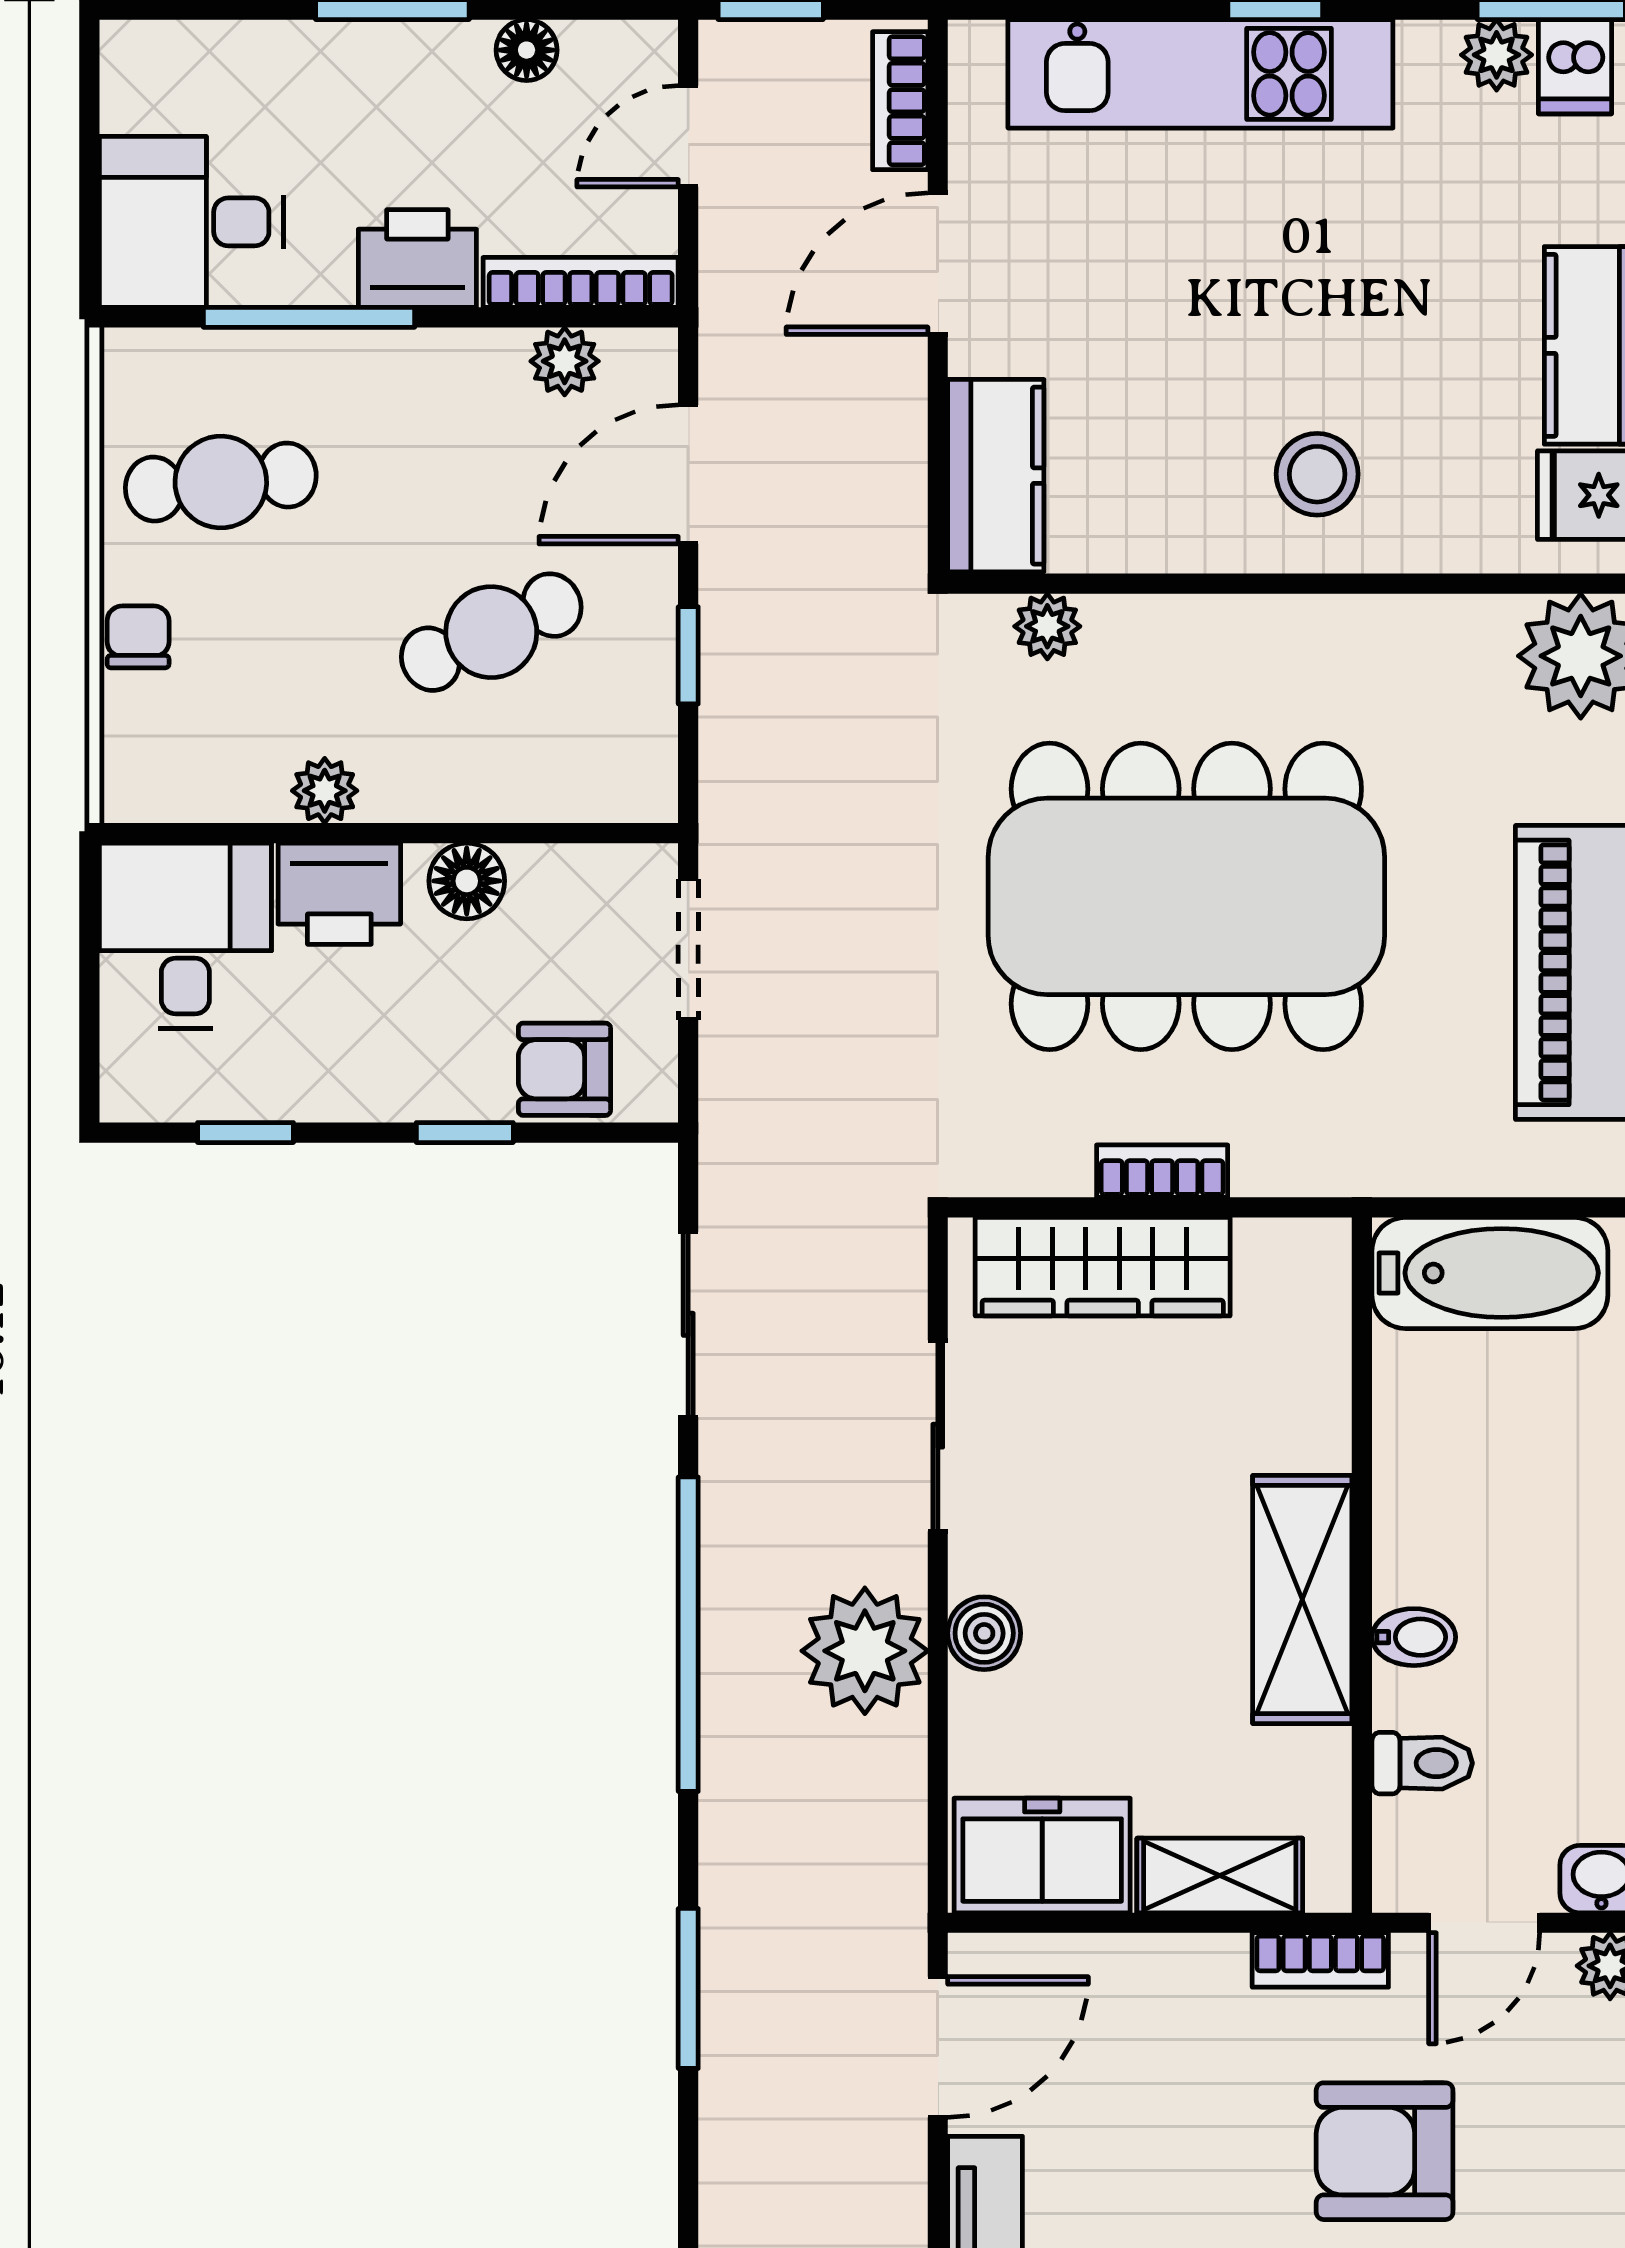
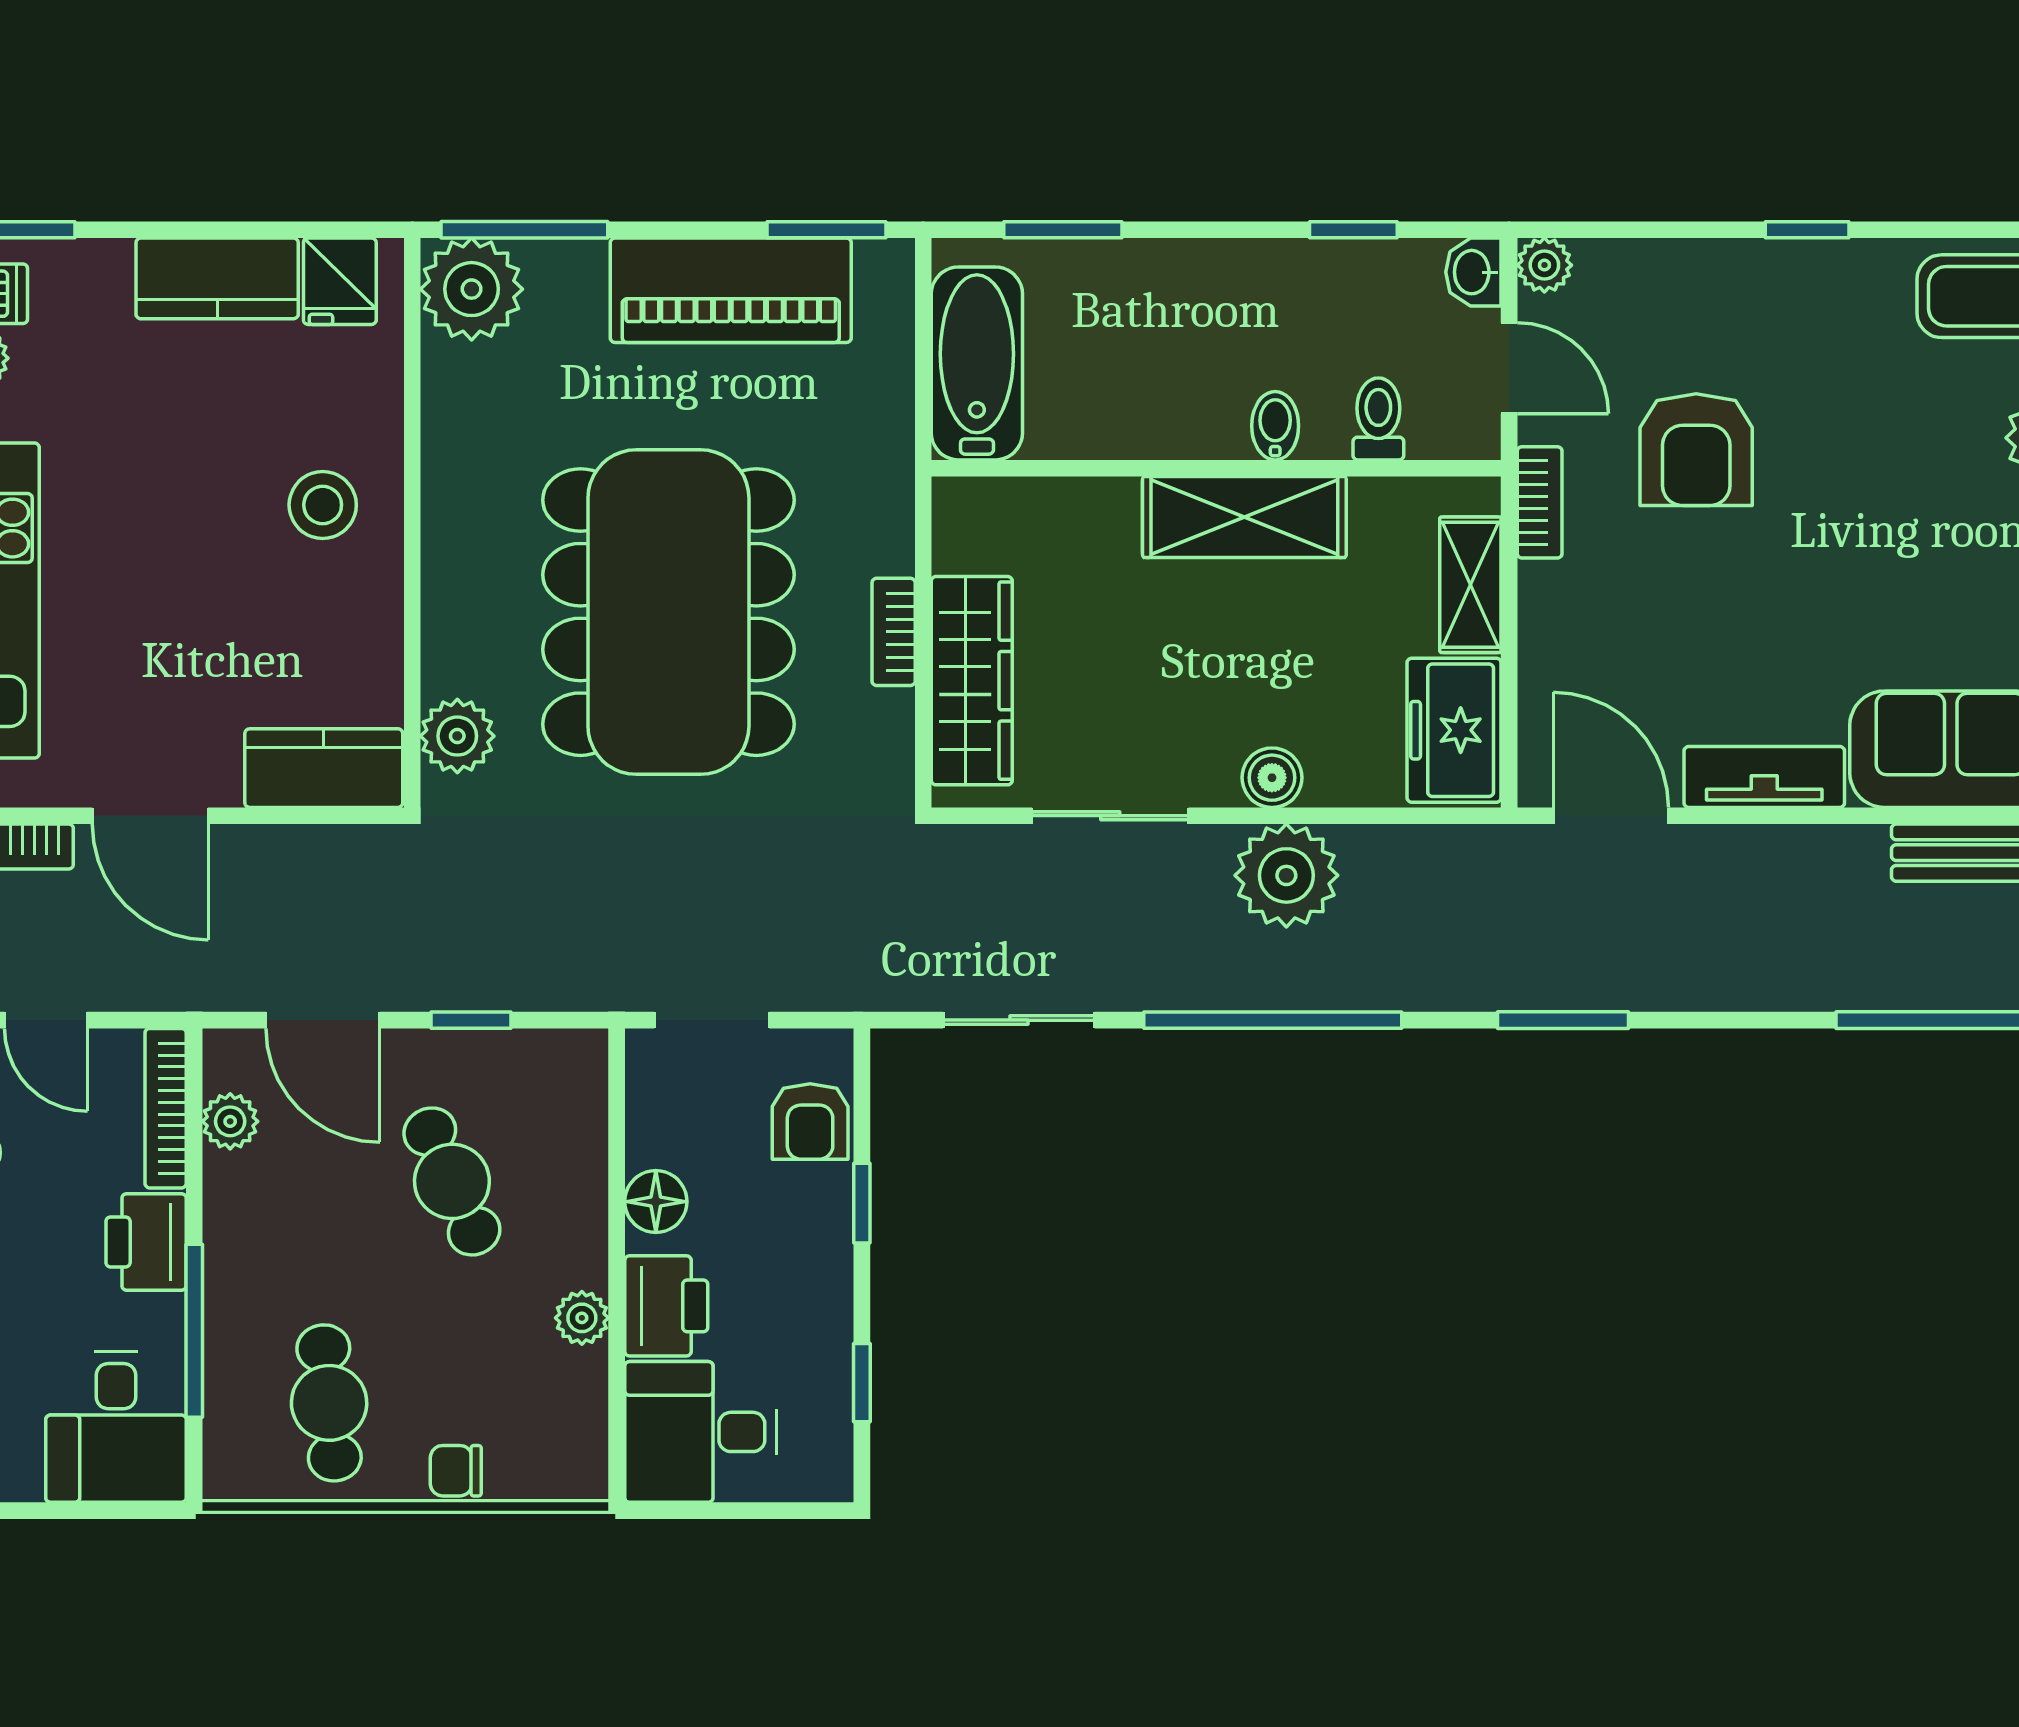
plant: (1047, 626) -> (457, 736), width x1.38, depth x1.38

